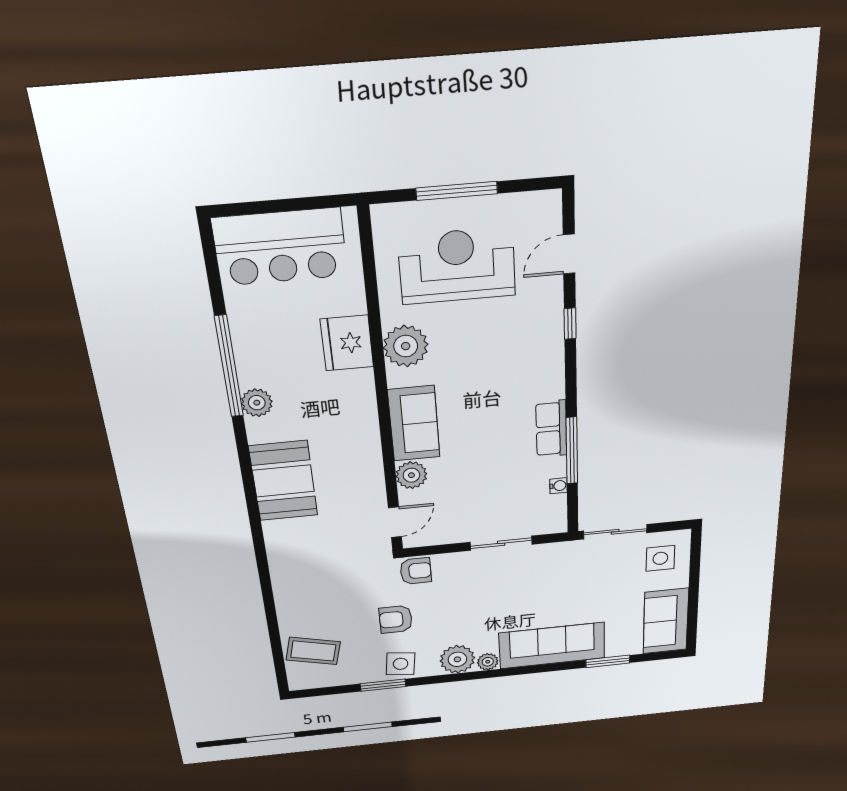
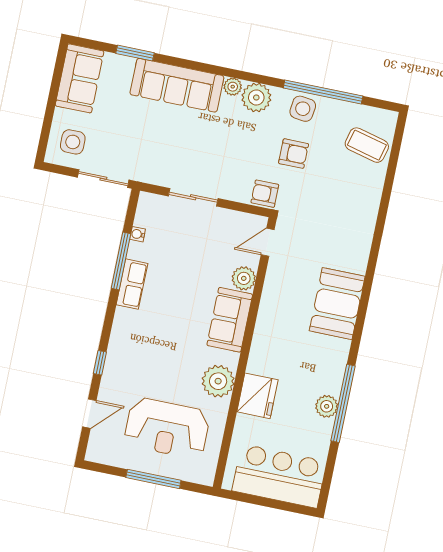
plant: (257, 403) -> (327, 406), moved
window: (383, 685) -> (323, 92), width x2.11

